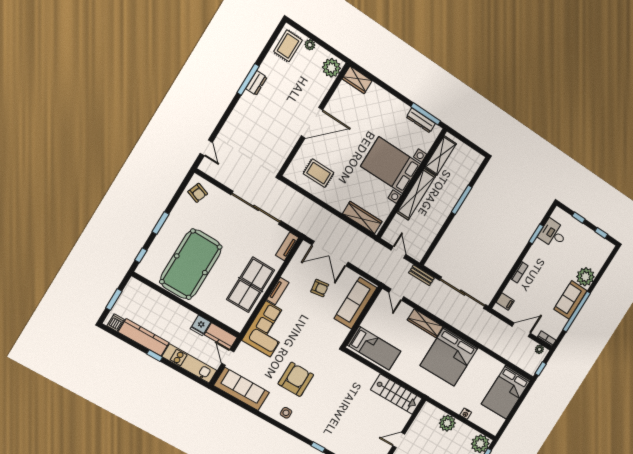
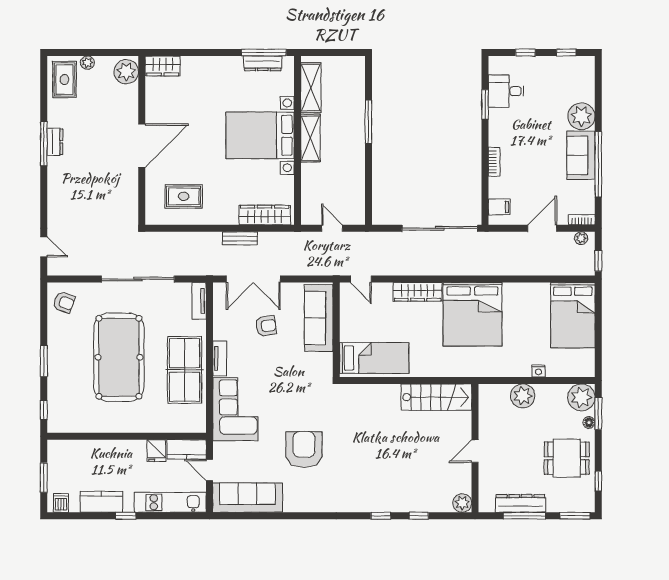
shelving: (416, 194) -> (310, 138), width x0.68
pool table: (191, 264) -> (119, 357), moved
bench: (421, 275) -> (240, 238), moved
kitchen counter: (144, 337) -> (101, 502), width x0.67
side table: (286, 413) -> (317, 496), removed

